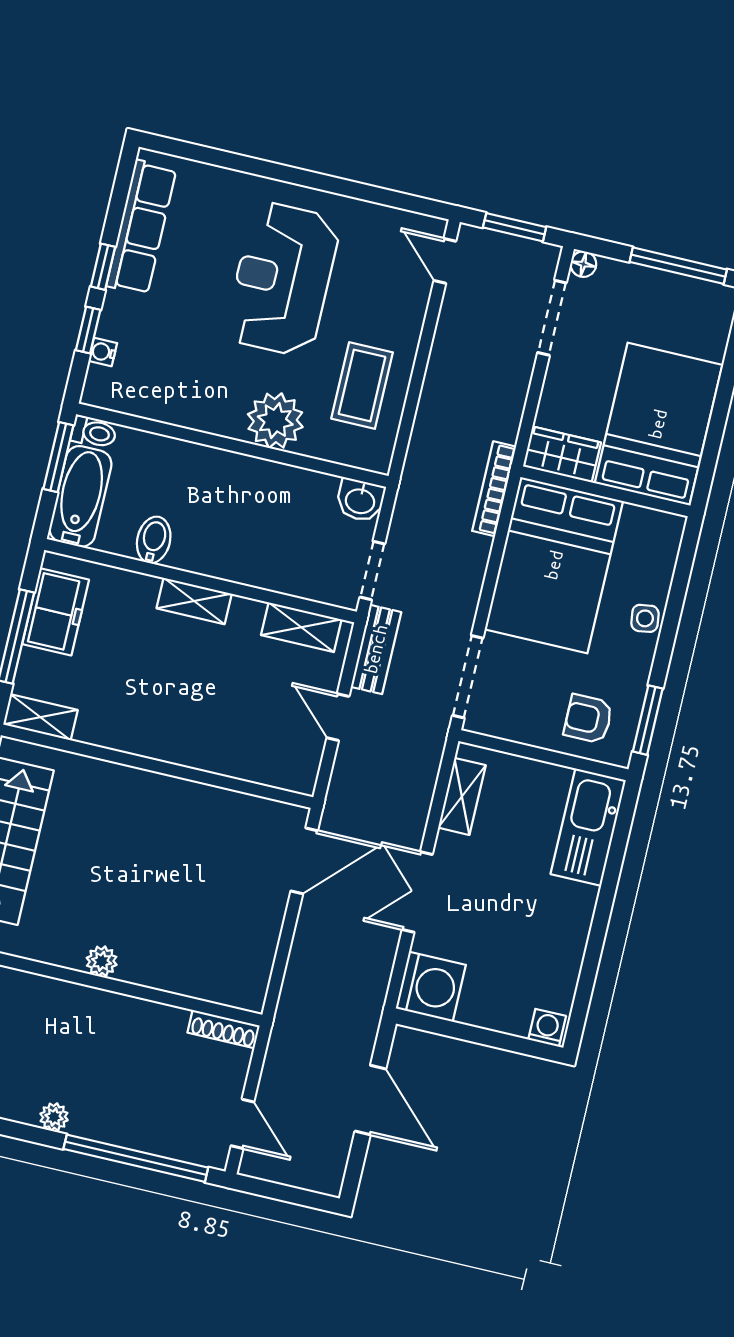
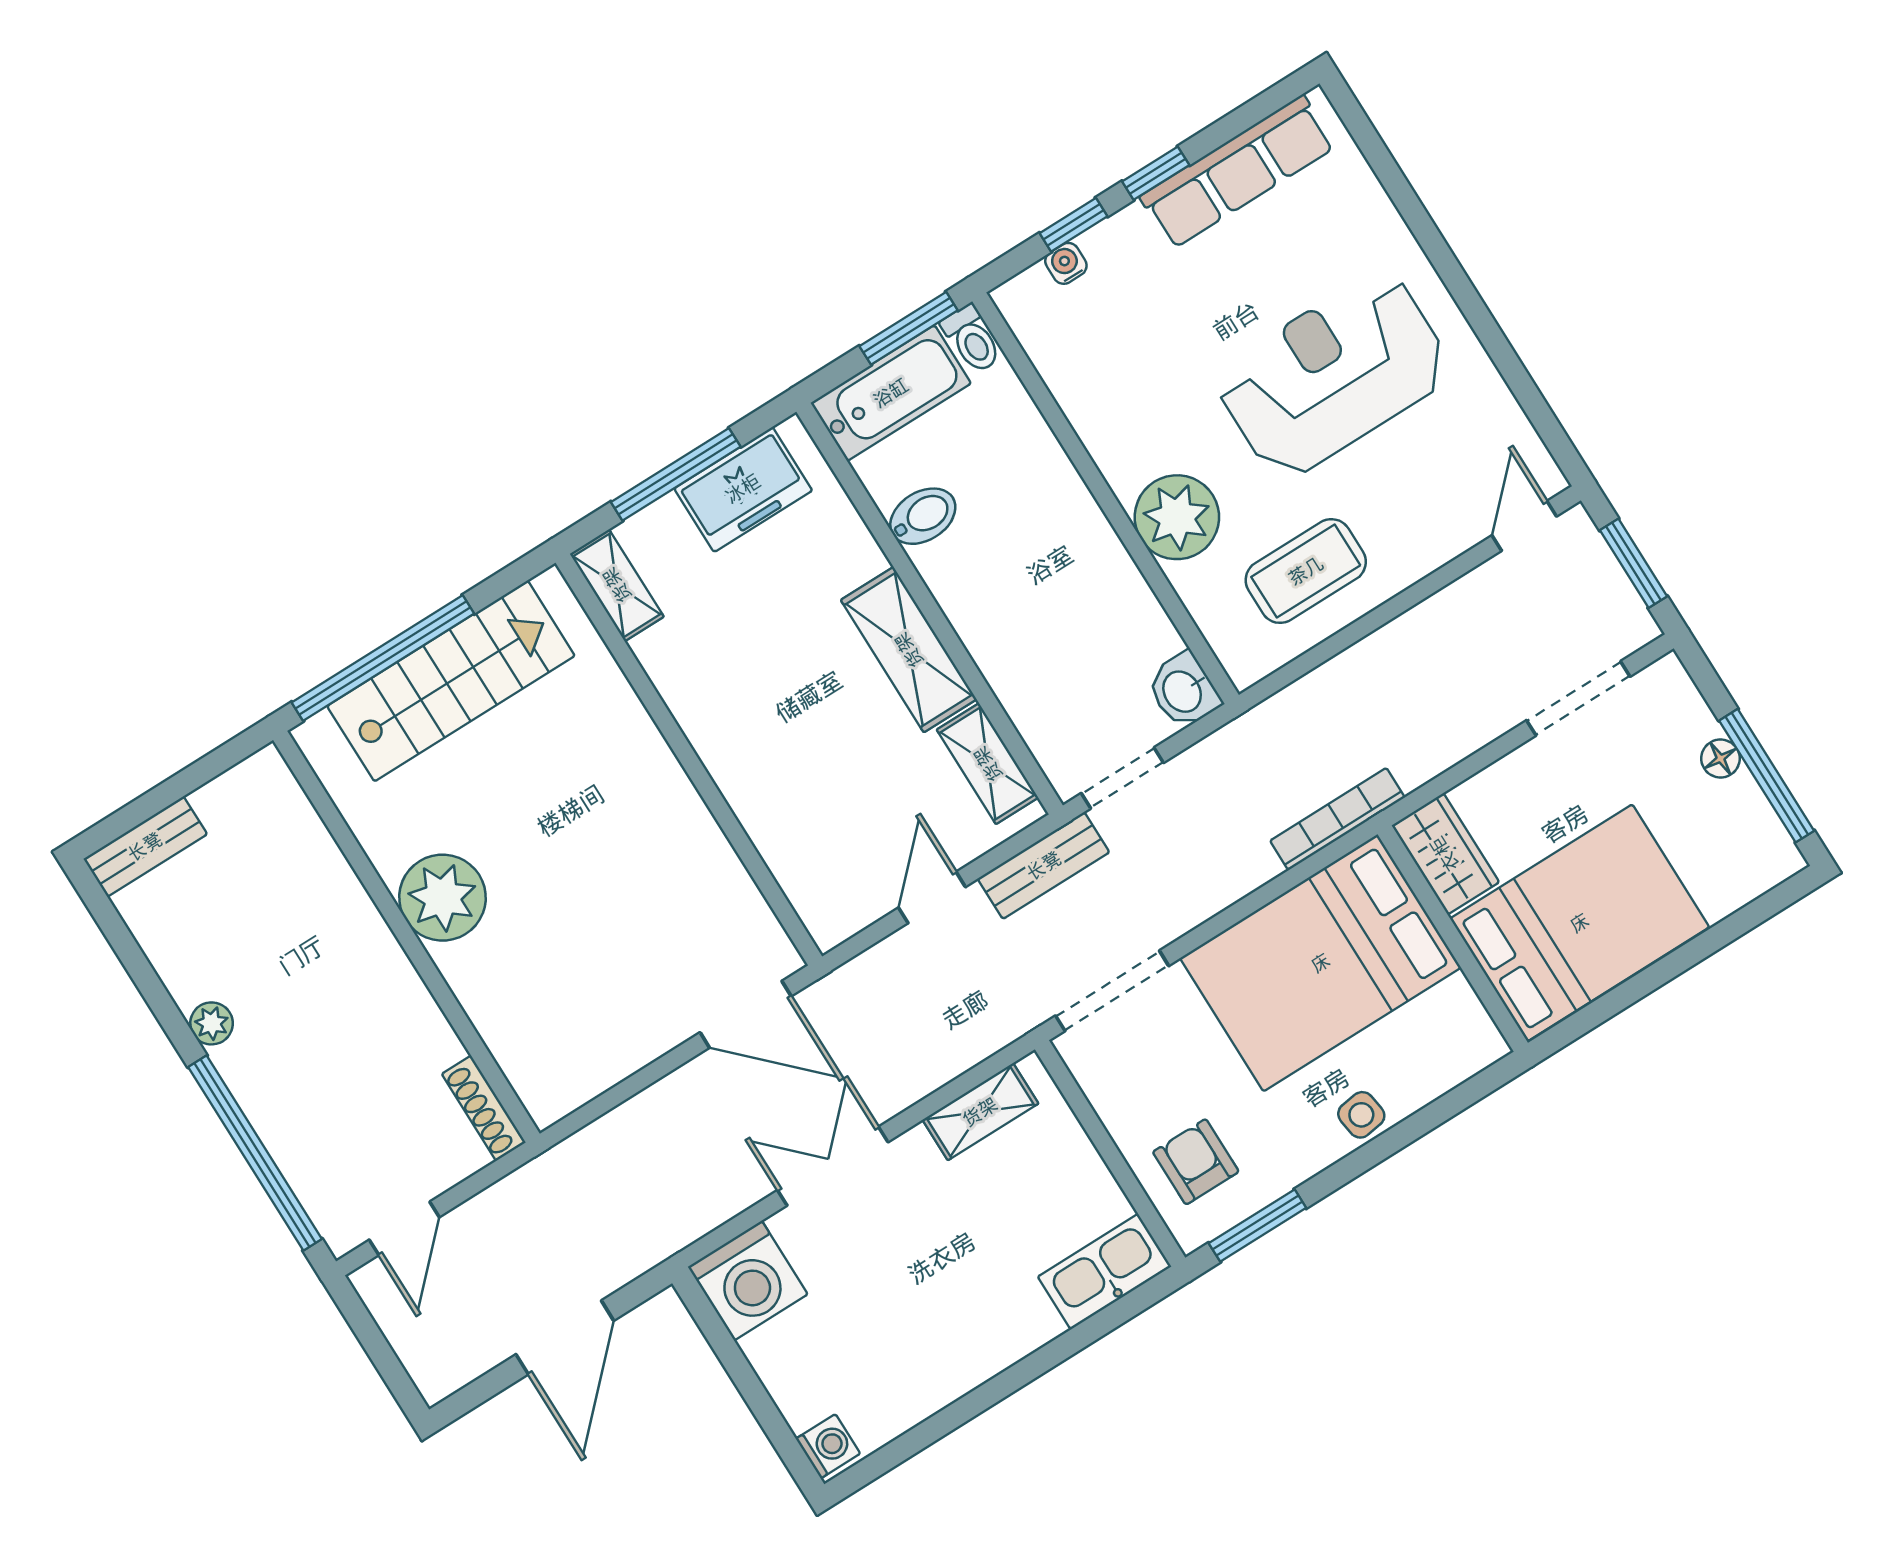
floor lamp: (583, 264) -> (1720, 758), moved
shelving: (194, 601) -> (909, 650), width x1.50, depth x1.33
kitchen sink: (588, 827) -> (1104, 1272), width x0.73, depth x0.81
plant: (102, 961) -> (442, 898), width x1.88, depth x1.88

